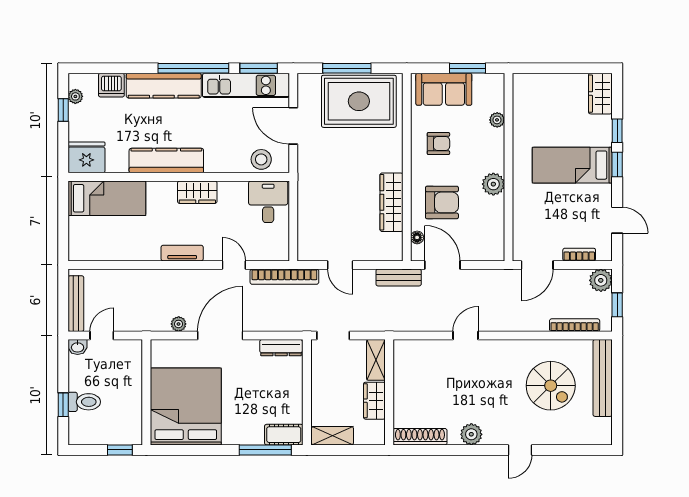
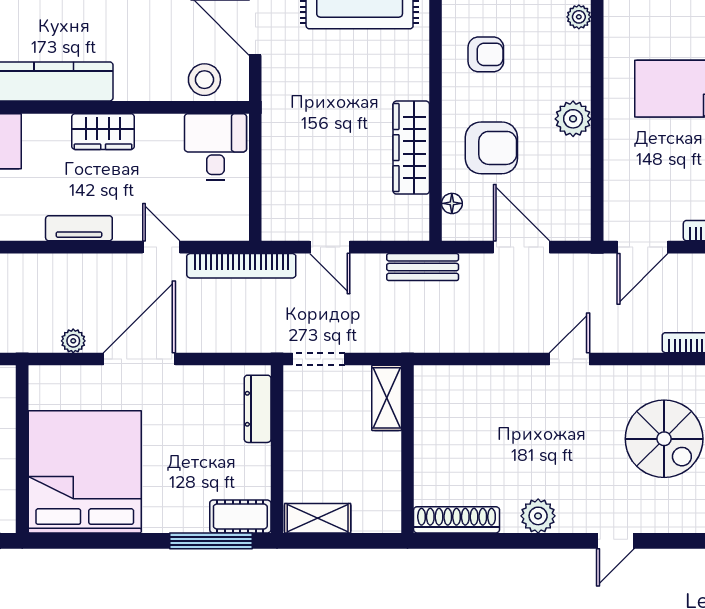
door: (442, 265) -> (522, 247), moved
door: (466, 335) -> (570, 359), moved
dresser: (281, 348) -> (258, 409), moved, turned 90
wardrobe: (374, 401) -> (384, 463), removed

